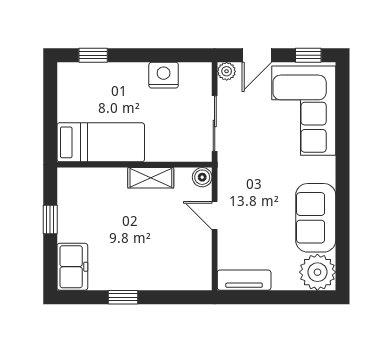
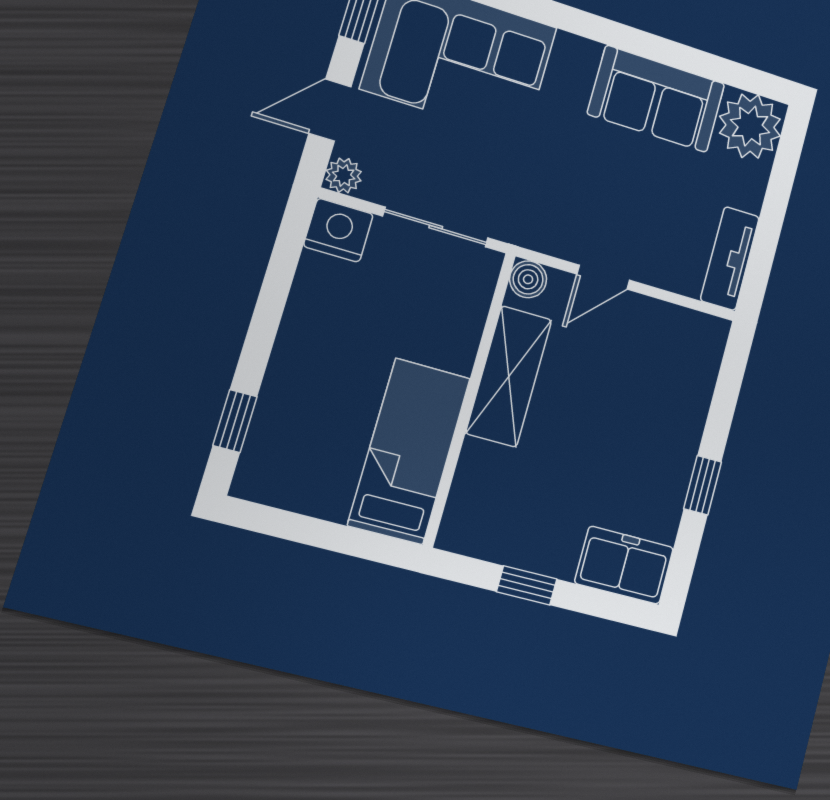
door: (257, 55) -> (330, 110), swing flipped
nightstand: (164, 75) -> (338, 230), moved, turned 90
shelving: (151, 178) -> (509, 376), width x1.50, depth x1.33

